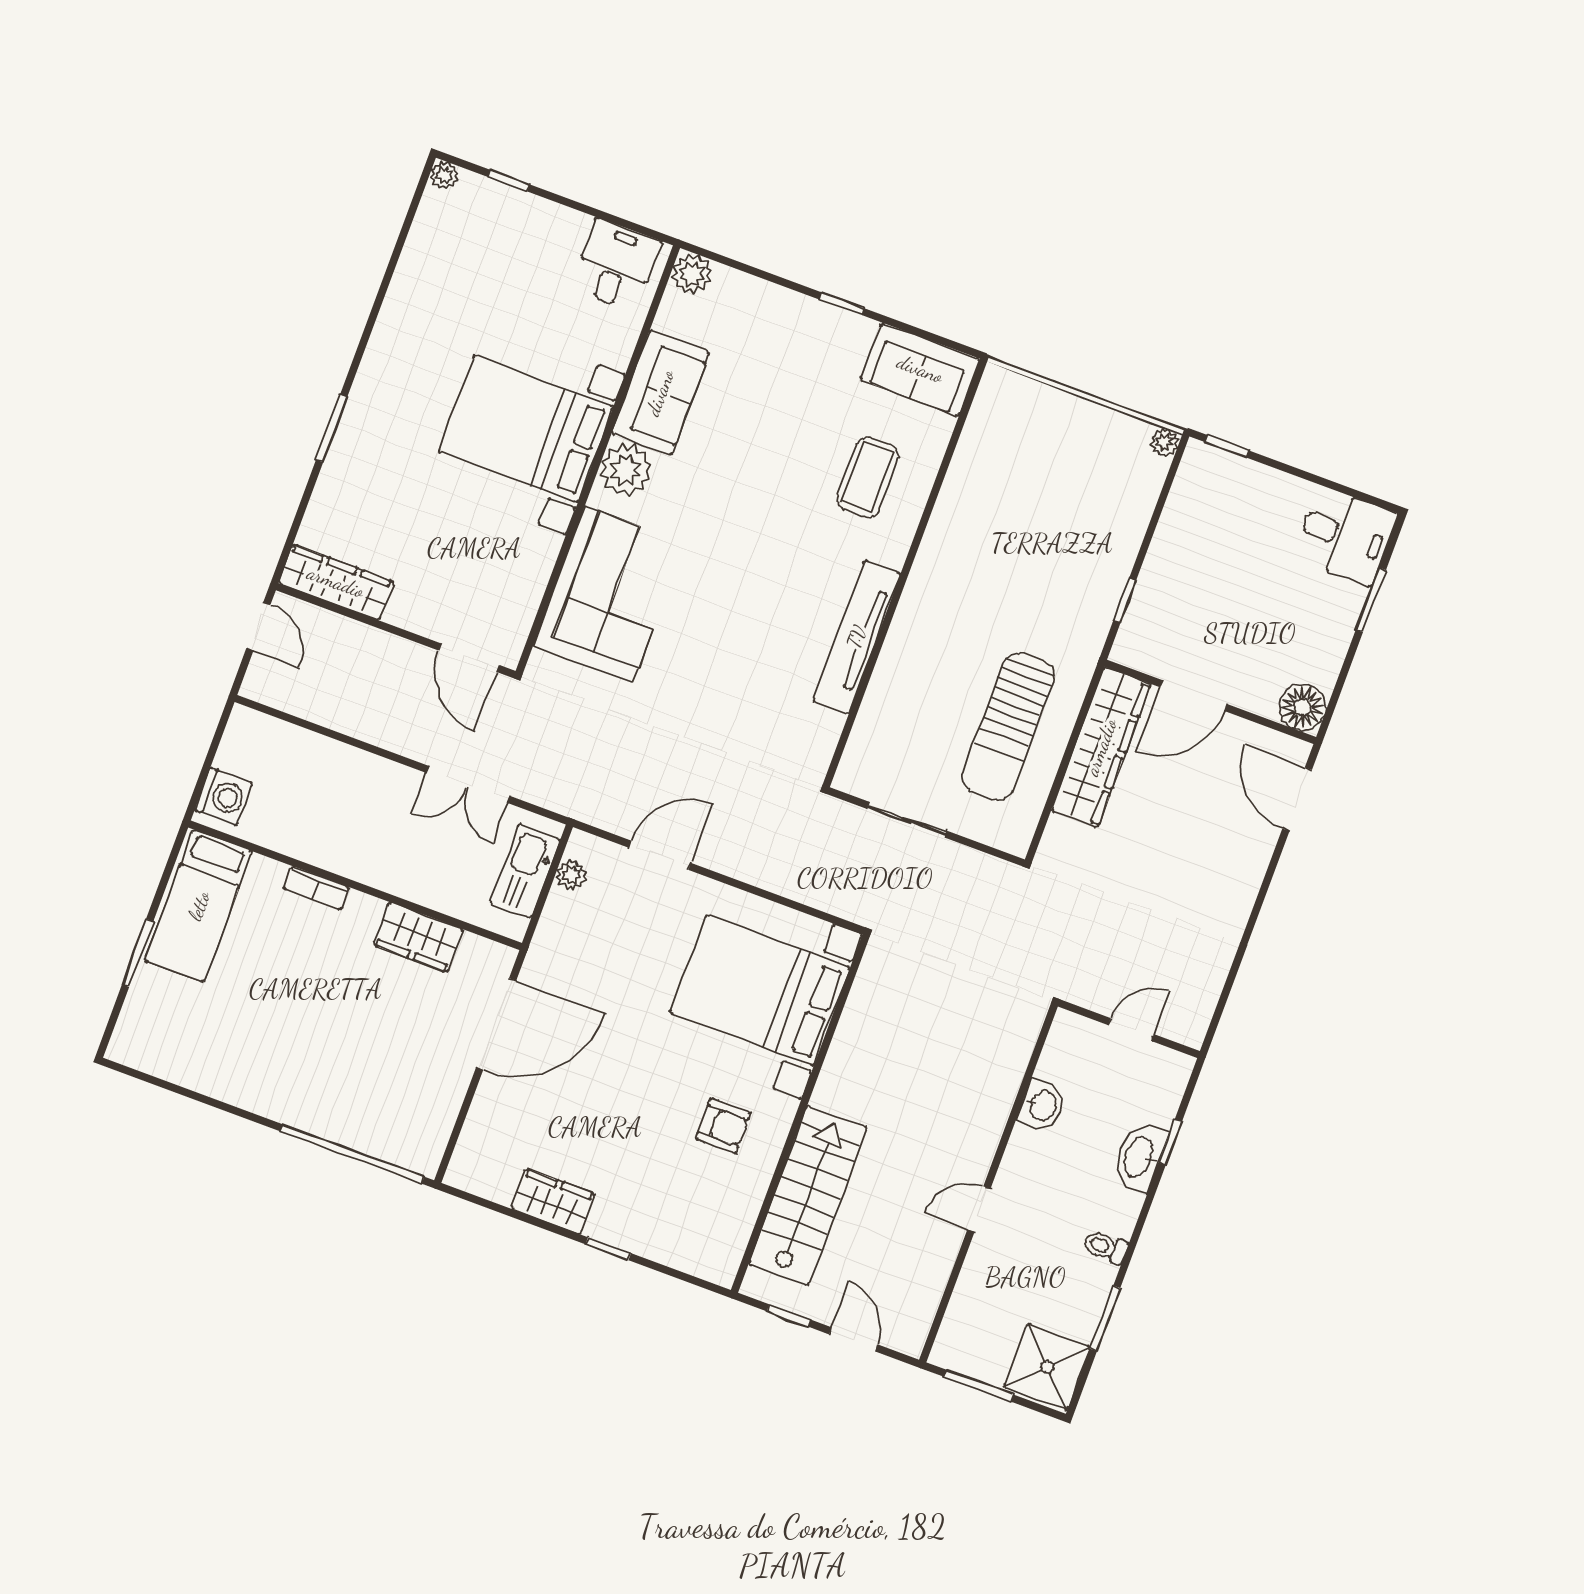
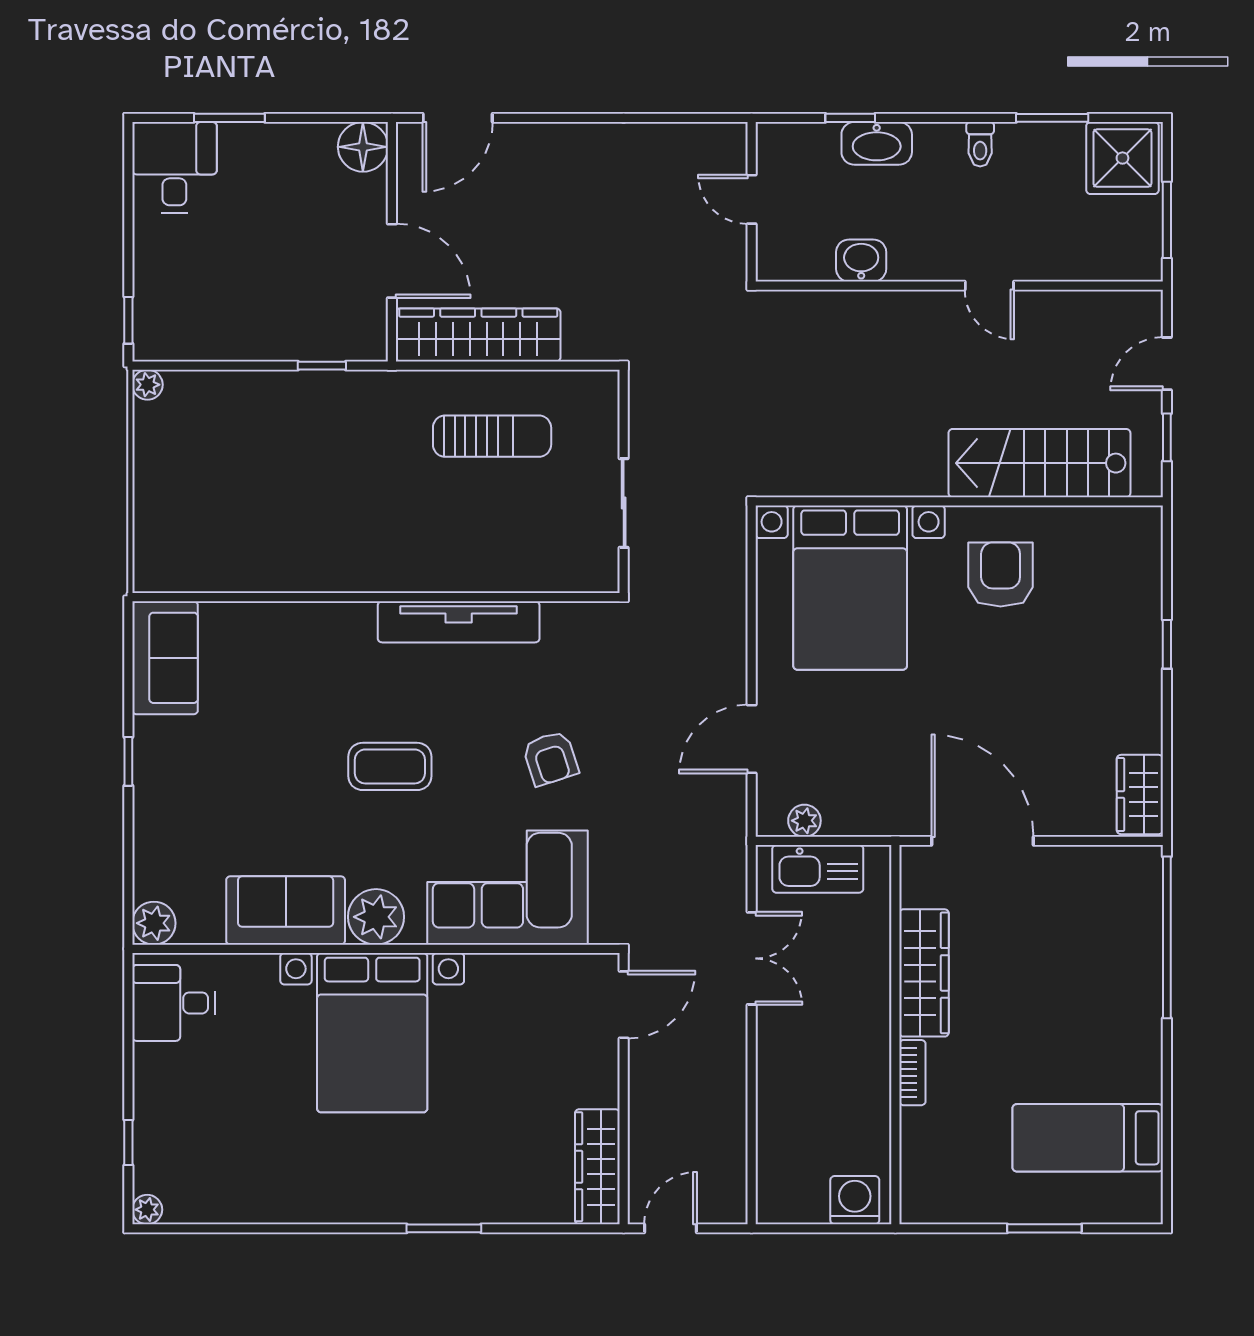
coffee table: (867, 477) -> (390, 766), moved
armchair: (708, 673) -> (550, 758), added
sun lounger: (1008, 726) -> (492, 436), width x0.73, depth x0.75
door: (660, 855) -> (752, 739), hinge flipped
bed: (199, 906) -> (1088, 1138), moved, turned 180
wardrobe: (418, 937) -> (924, 973), width x1.50
armchair: (723, 1126) -> (1001, 574), width x1.38, depth x1.38
wardrobe: (553, 1201) -> (1140, 794), moved

